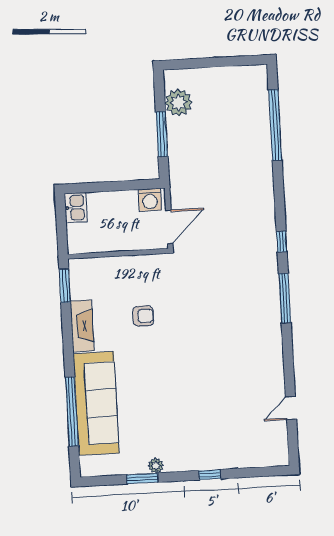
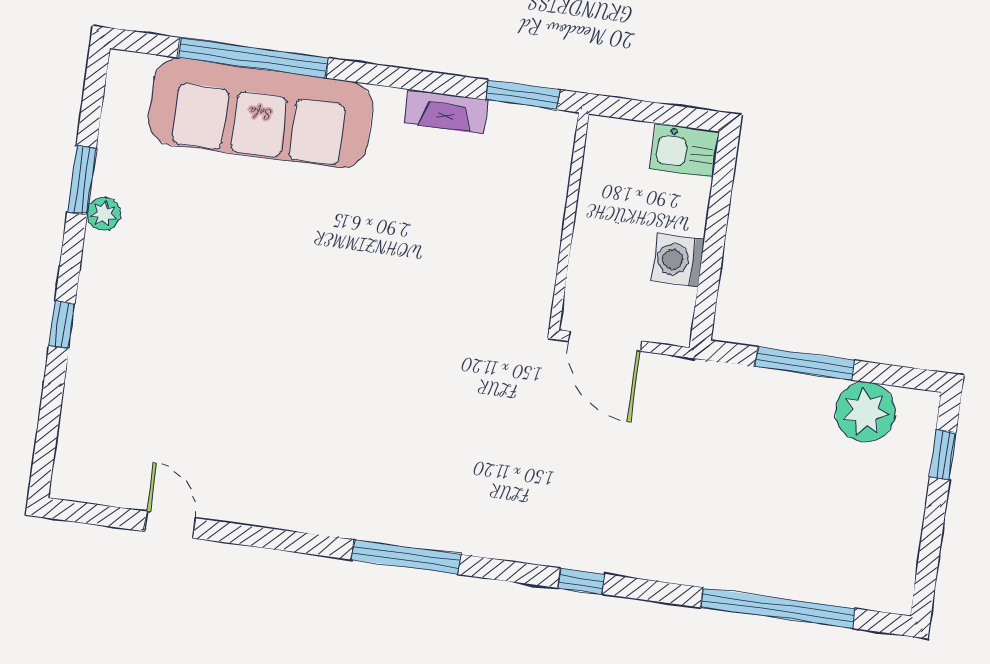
window: (191, 64) -> (943, 455), added
washing machine: (150, 200) -> (678, 260), moved
window: (282, 242) -> (582, 581), moved
armchair: (143, 316) -> (426, 249), removed
fireplace: (82, 326) -> (446, 112), width x0.73, depth x0.76

